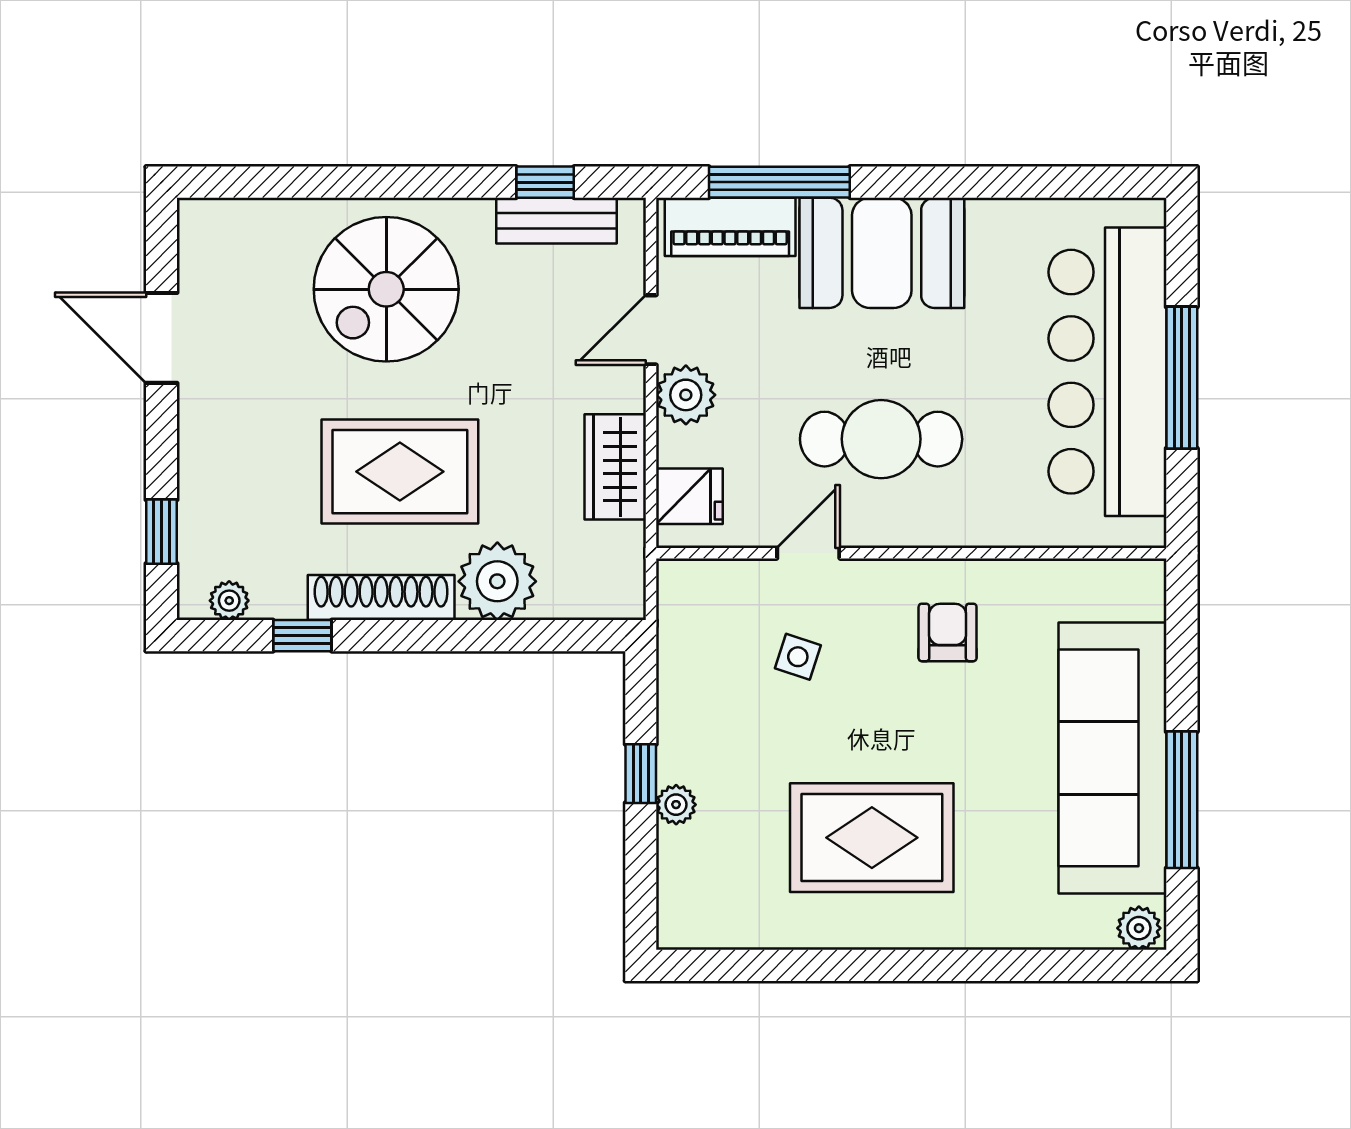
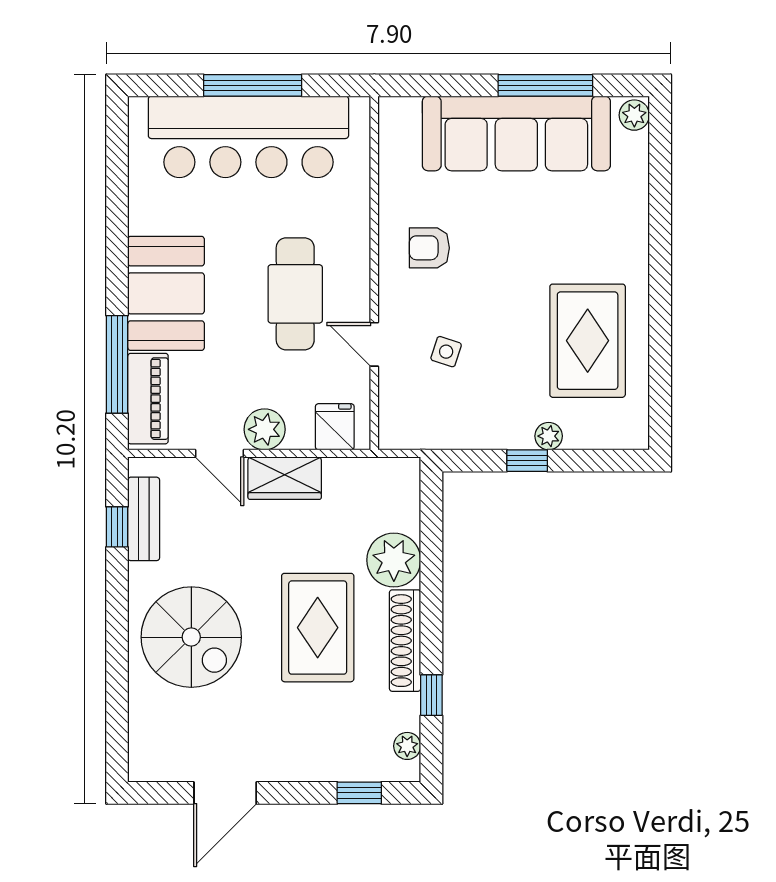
wardrobe: (615, 467) -> (285, 478), moved
rug: (872, 838) -> (588, 341), moved

